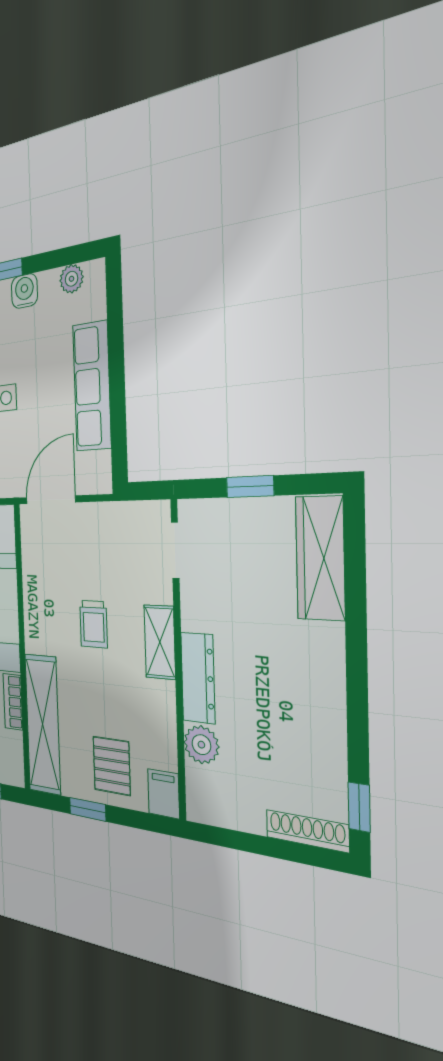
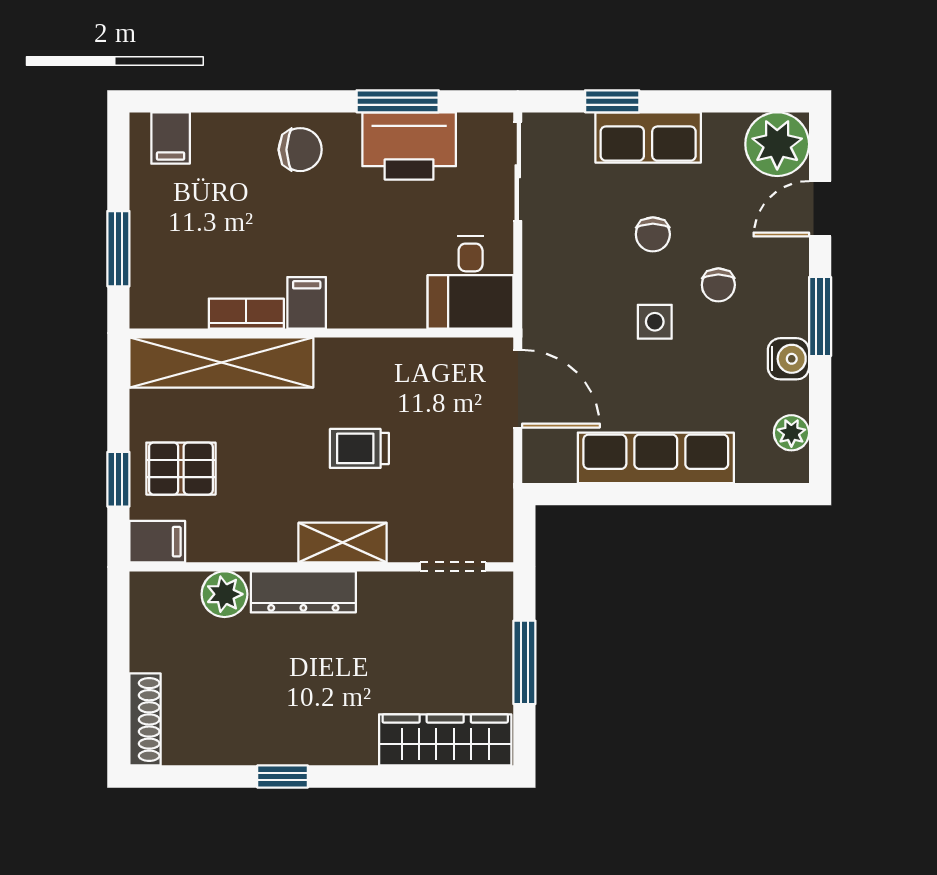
window: (250, 487) -> (524, 662), width x1.50
window: (359, 807) -> (283, 777), moved
window: (88, 809) -> (118, 479), moved

